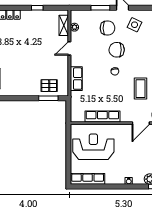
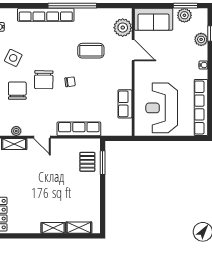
row of seats: (76, 79) -> (79, 129), width x1.48
row of seats: (102, 116) -> (125, 104), width x0.68
row of seats: (88, 179) -> (201, 108), width x1.36

